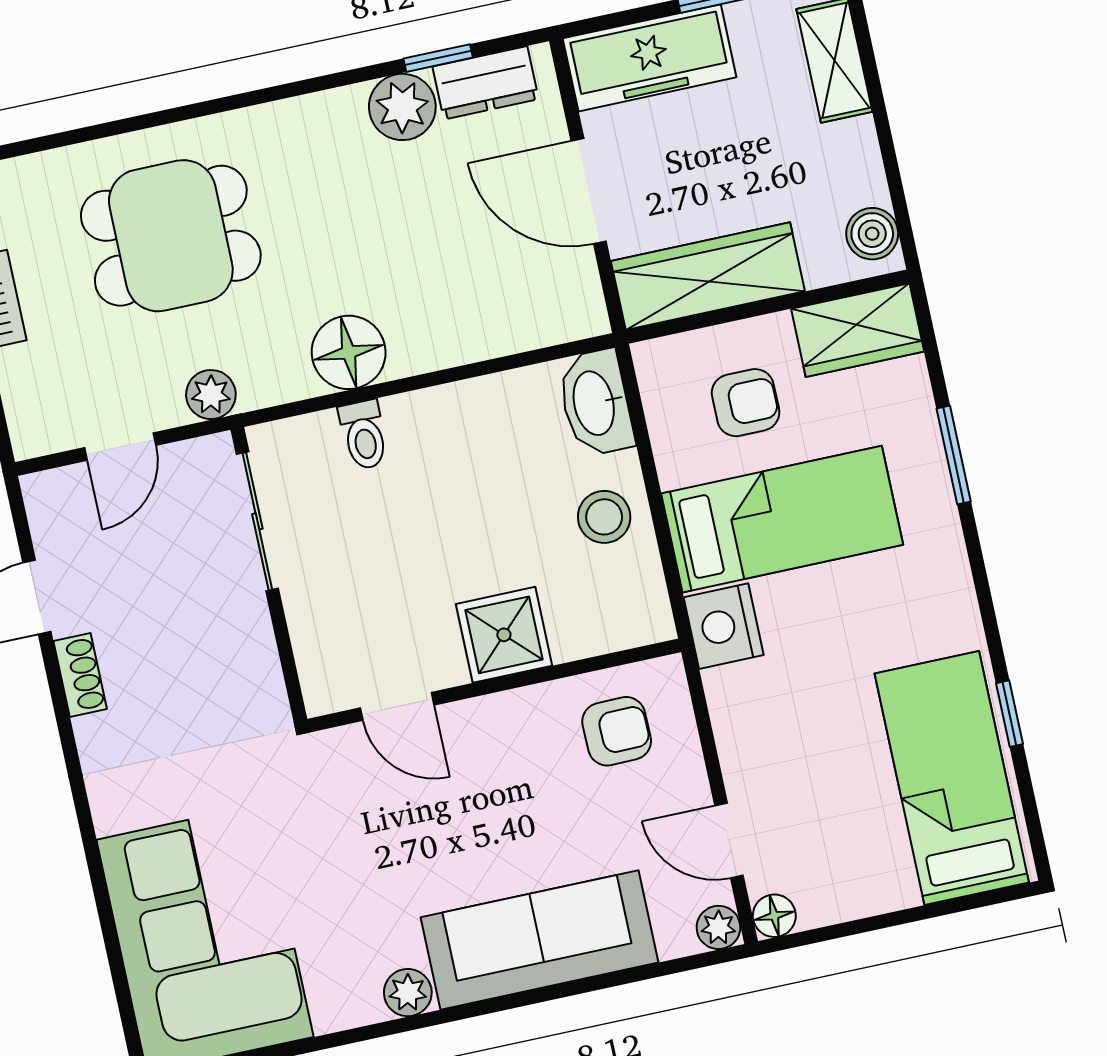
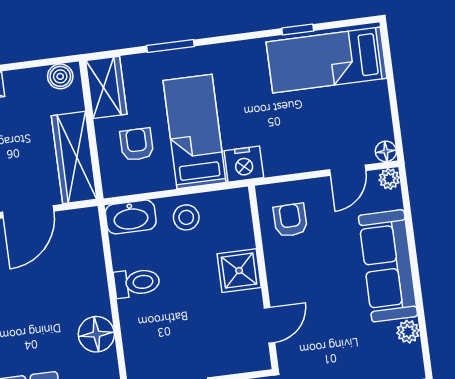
toilet: (364, 435) -> (137, 283), moved, width x1.37, depth x1.39

